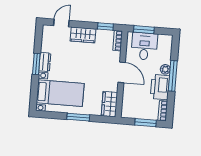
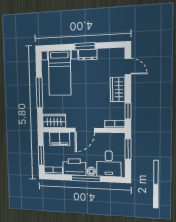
desk: (144, 46) -> (109, 164), moved, turned 90
filing cabinet: (129, 100) -> (60, 139), added
window: (78, 117) -> (39, 93), width x1.44

